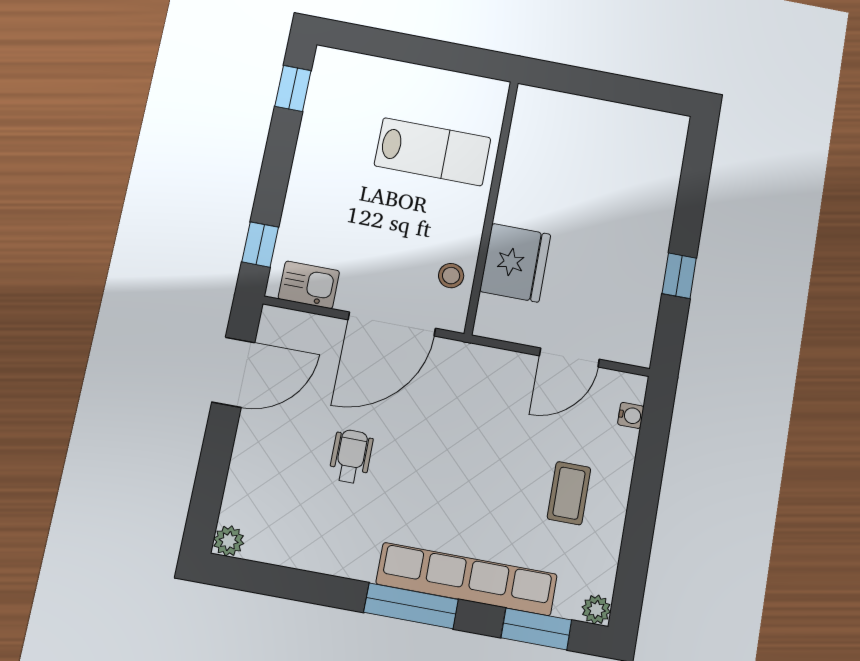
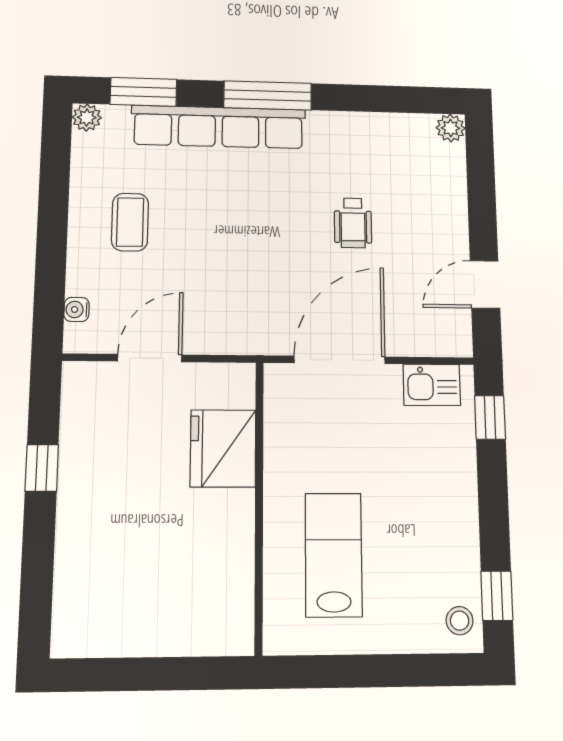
lab bench: (433, 152) -> (334, 555), turned 90
stool: (451, 276) -> (460, 621), moved
door: (233, 372) -> (485, 284), width x0.73

